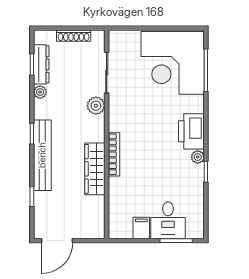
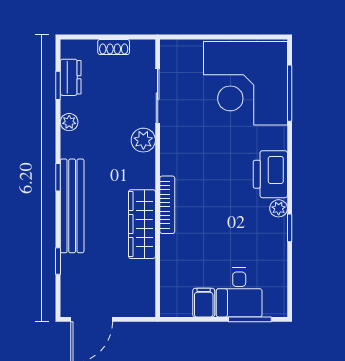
shoe rack: (74, 36) -> (114, 47), width x0.70
dresser: (41, 64) -> (71, 77), width x0.70

